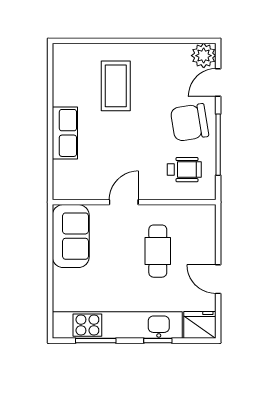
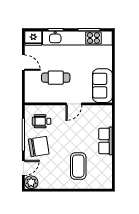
cafe table: (158, 251) -> (56, 78), turned 90

